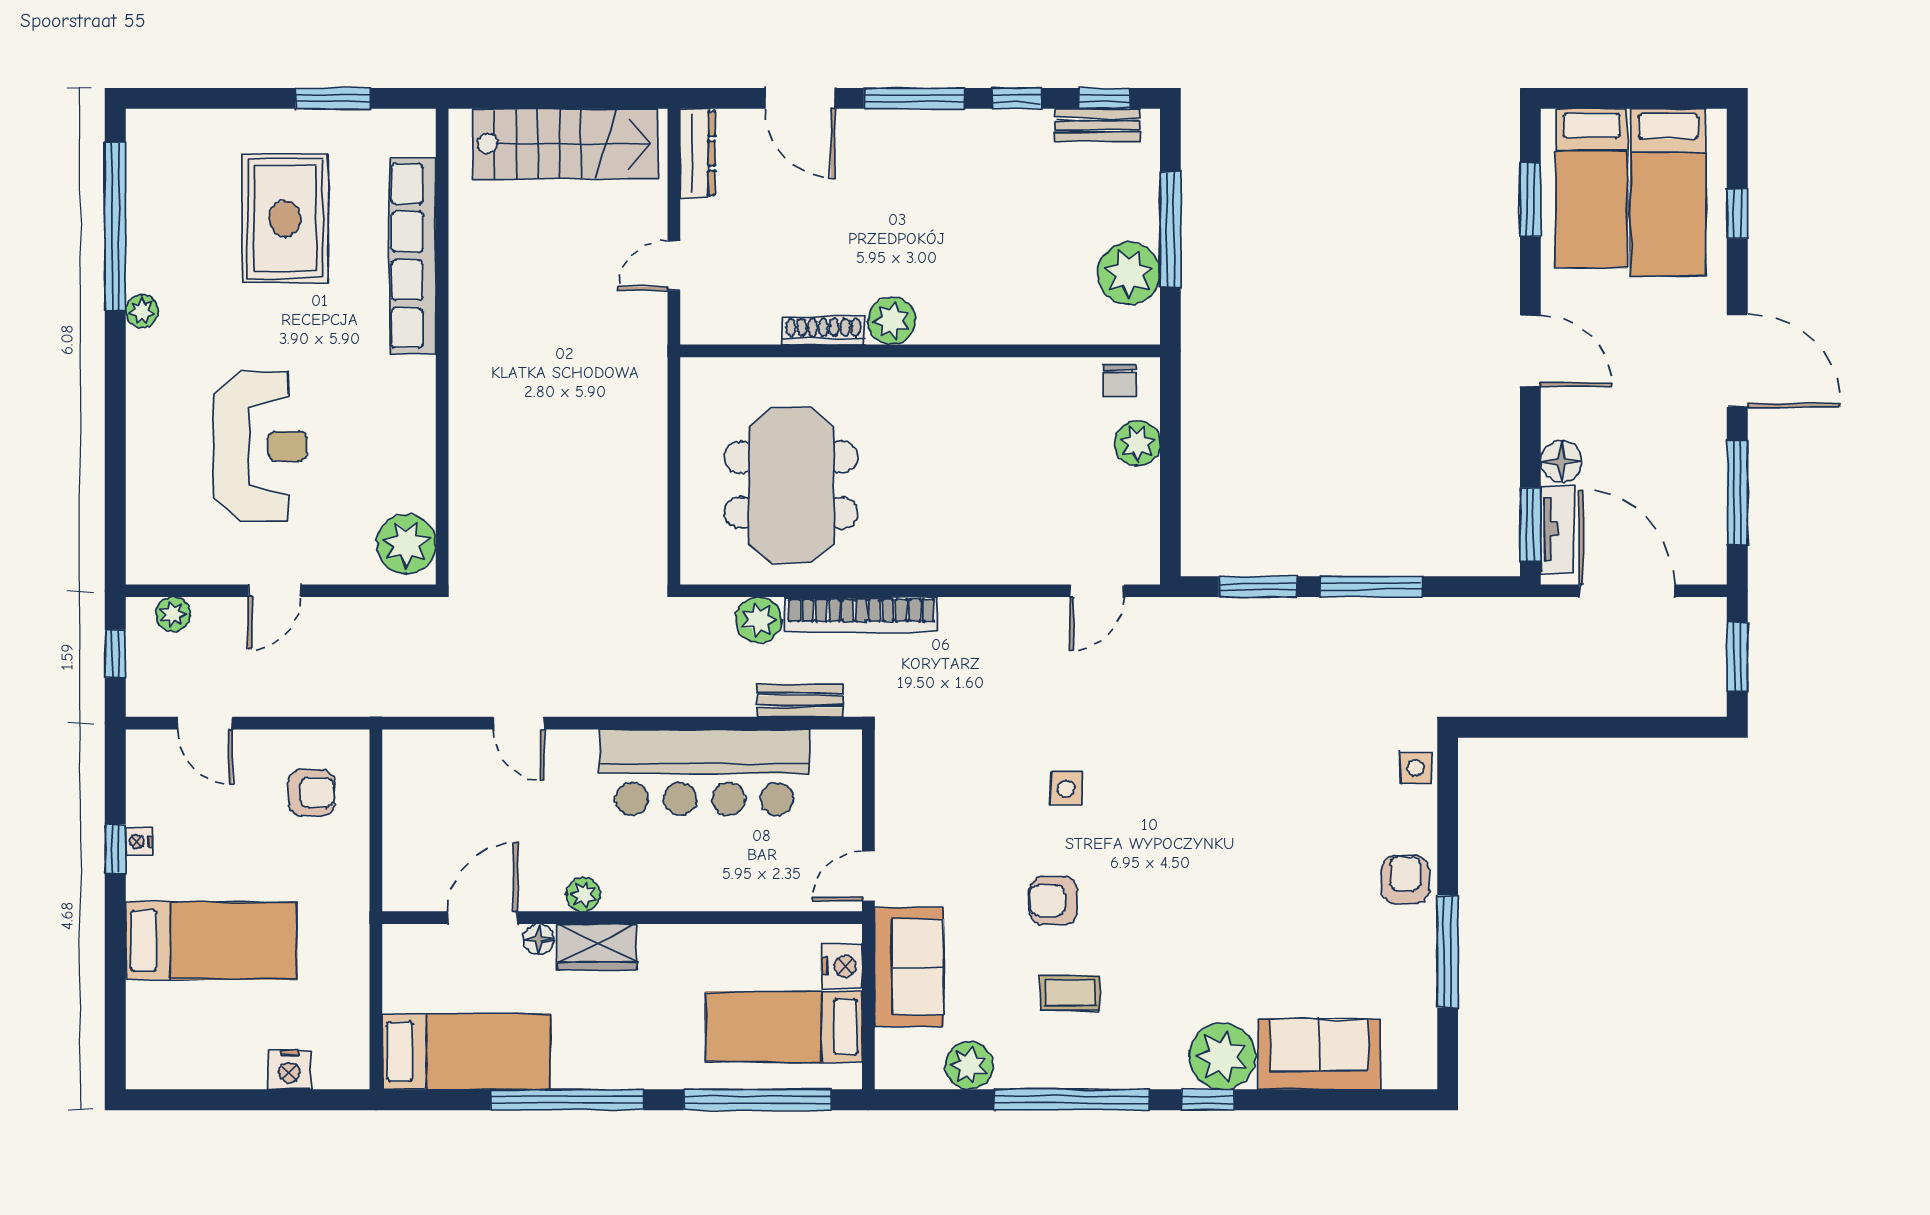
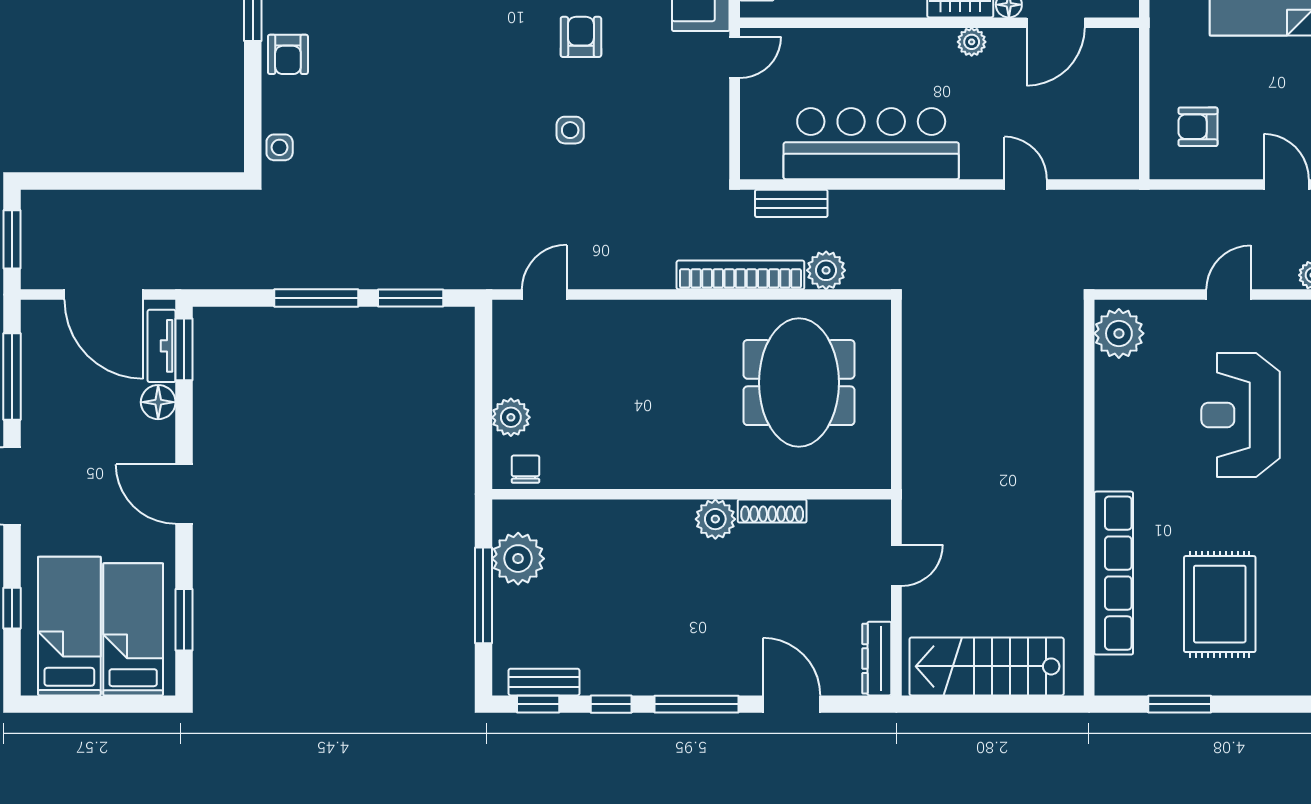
armchair: (1053, 901) -> (581, 37), turned -90

